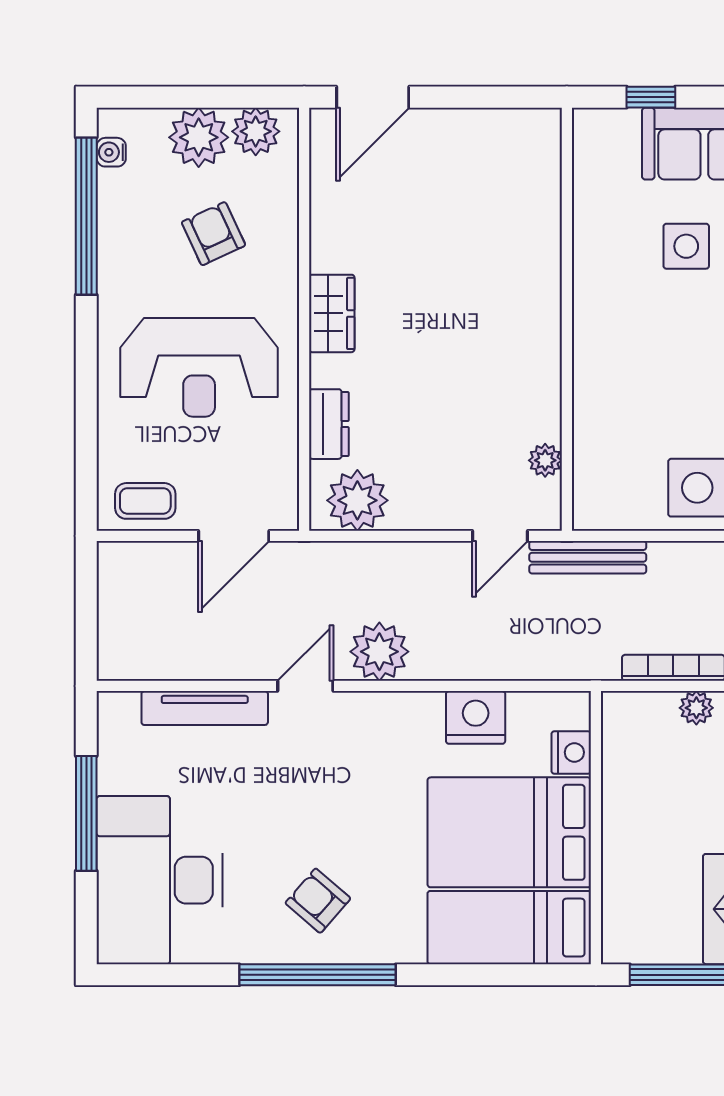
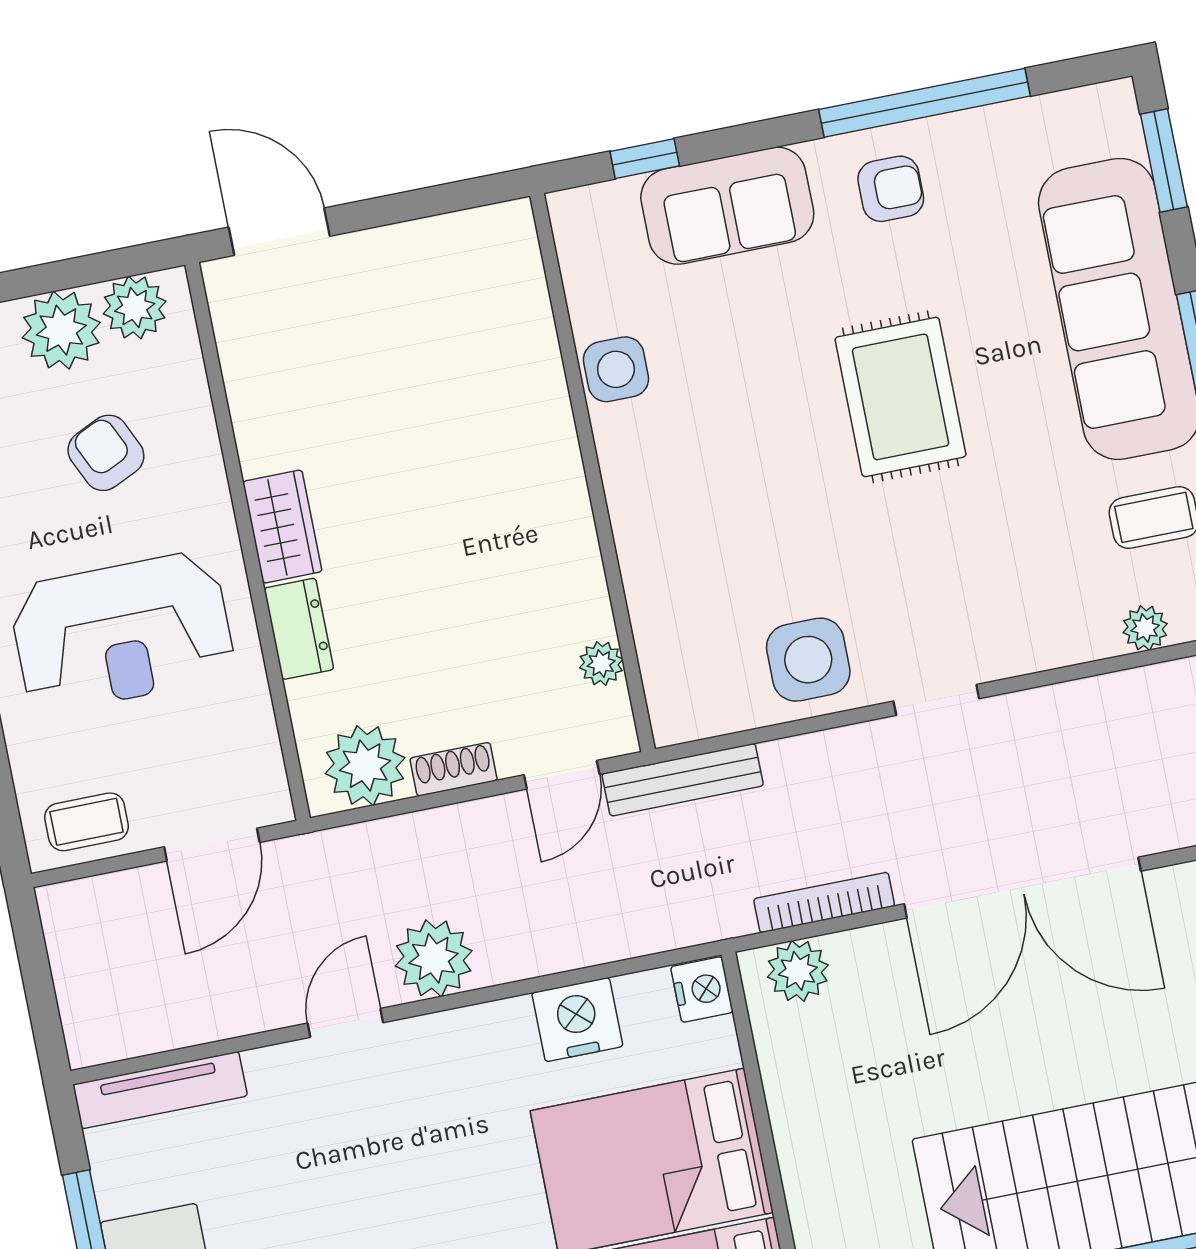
door: (373, 97) -> (279, 232), swing flipped
side table: (686, 246) -> (616, 369), moved
dresser: (329, 424) -> (299, 629), moved
shoe rack: (422, 516) -> (454, 769), added
tv unit: (205, 708) -> (160, 1090), moved
plant: (696, 708) -> (798, 971), moved, width x1.38, depth x1.38
nightstand: (571, 752) -> (702, 989), moved

